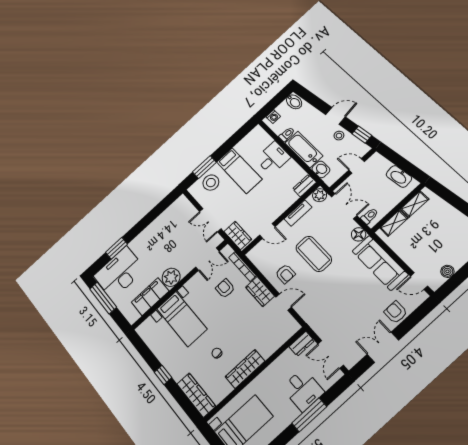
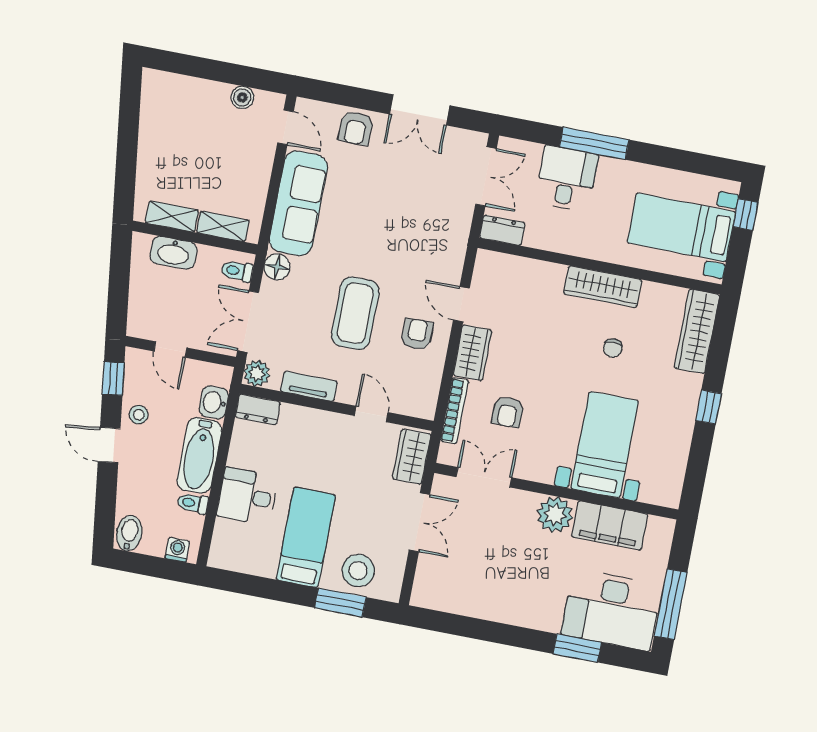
washbasin: (399, 176) -> (173, 253), moved, turned 97

